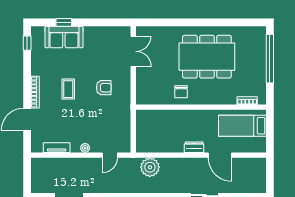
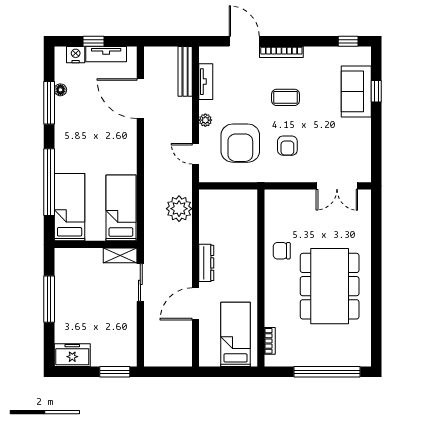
armchair: (102, 122) -> (240, 143), added
dresser: (194, 147) -> (206, 263), width x1.44
bench: (49, 163) -> (185, 71), added

